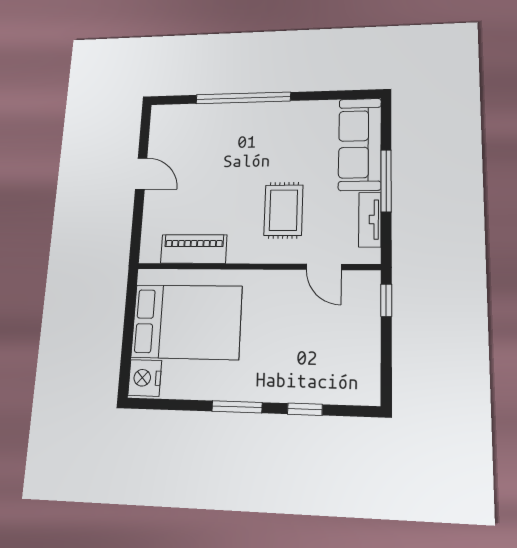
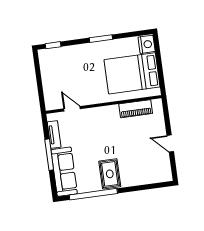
window: (243, 98) -> (93, 194), moved
rug: (283, 210) -> (110, 174), moved
window: (386, 300) -> (41, 97), removed
window: (305, 409) -> (53, 45), moved

